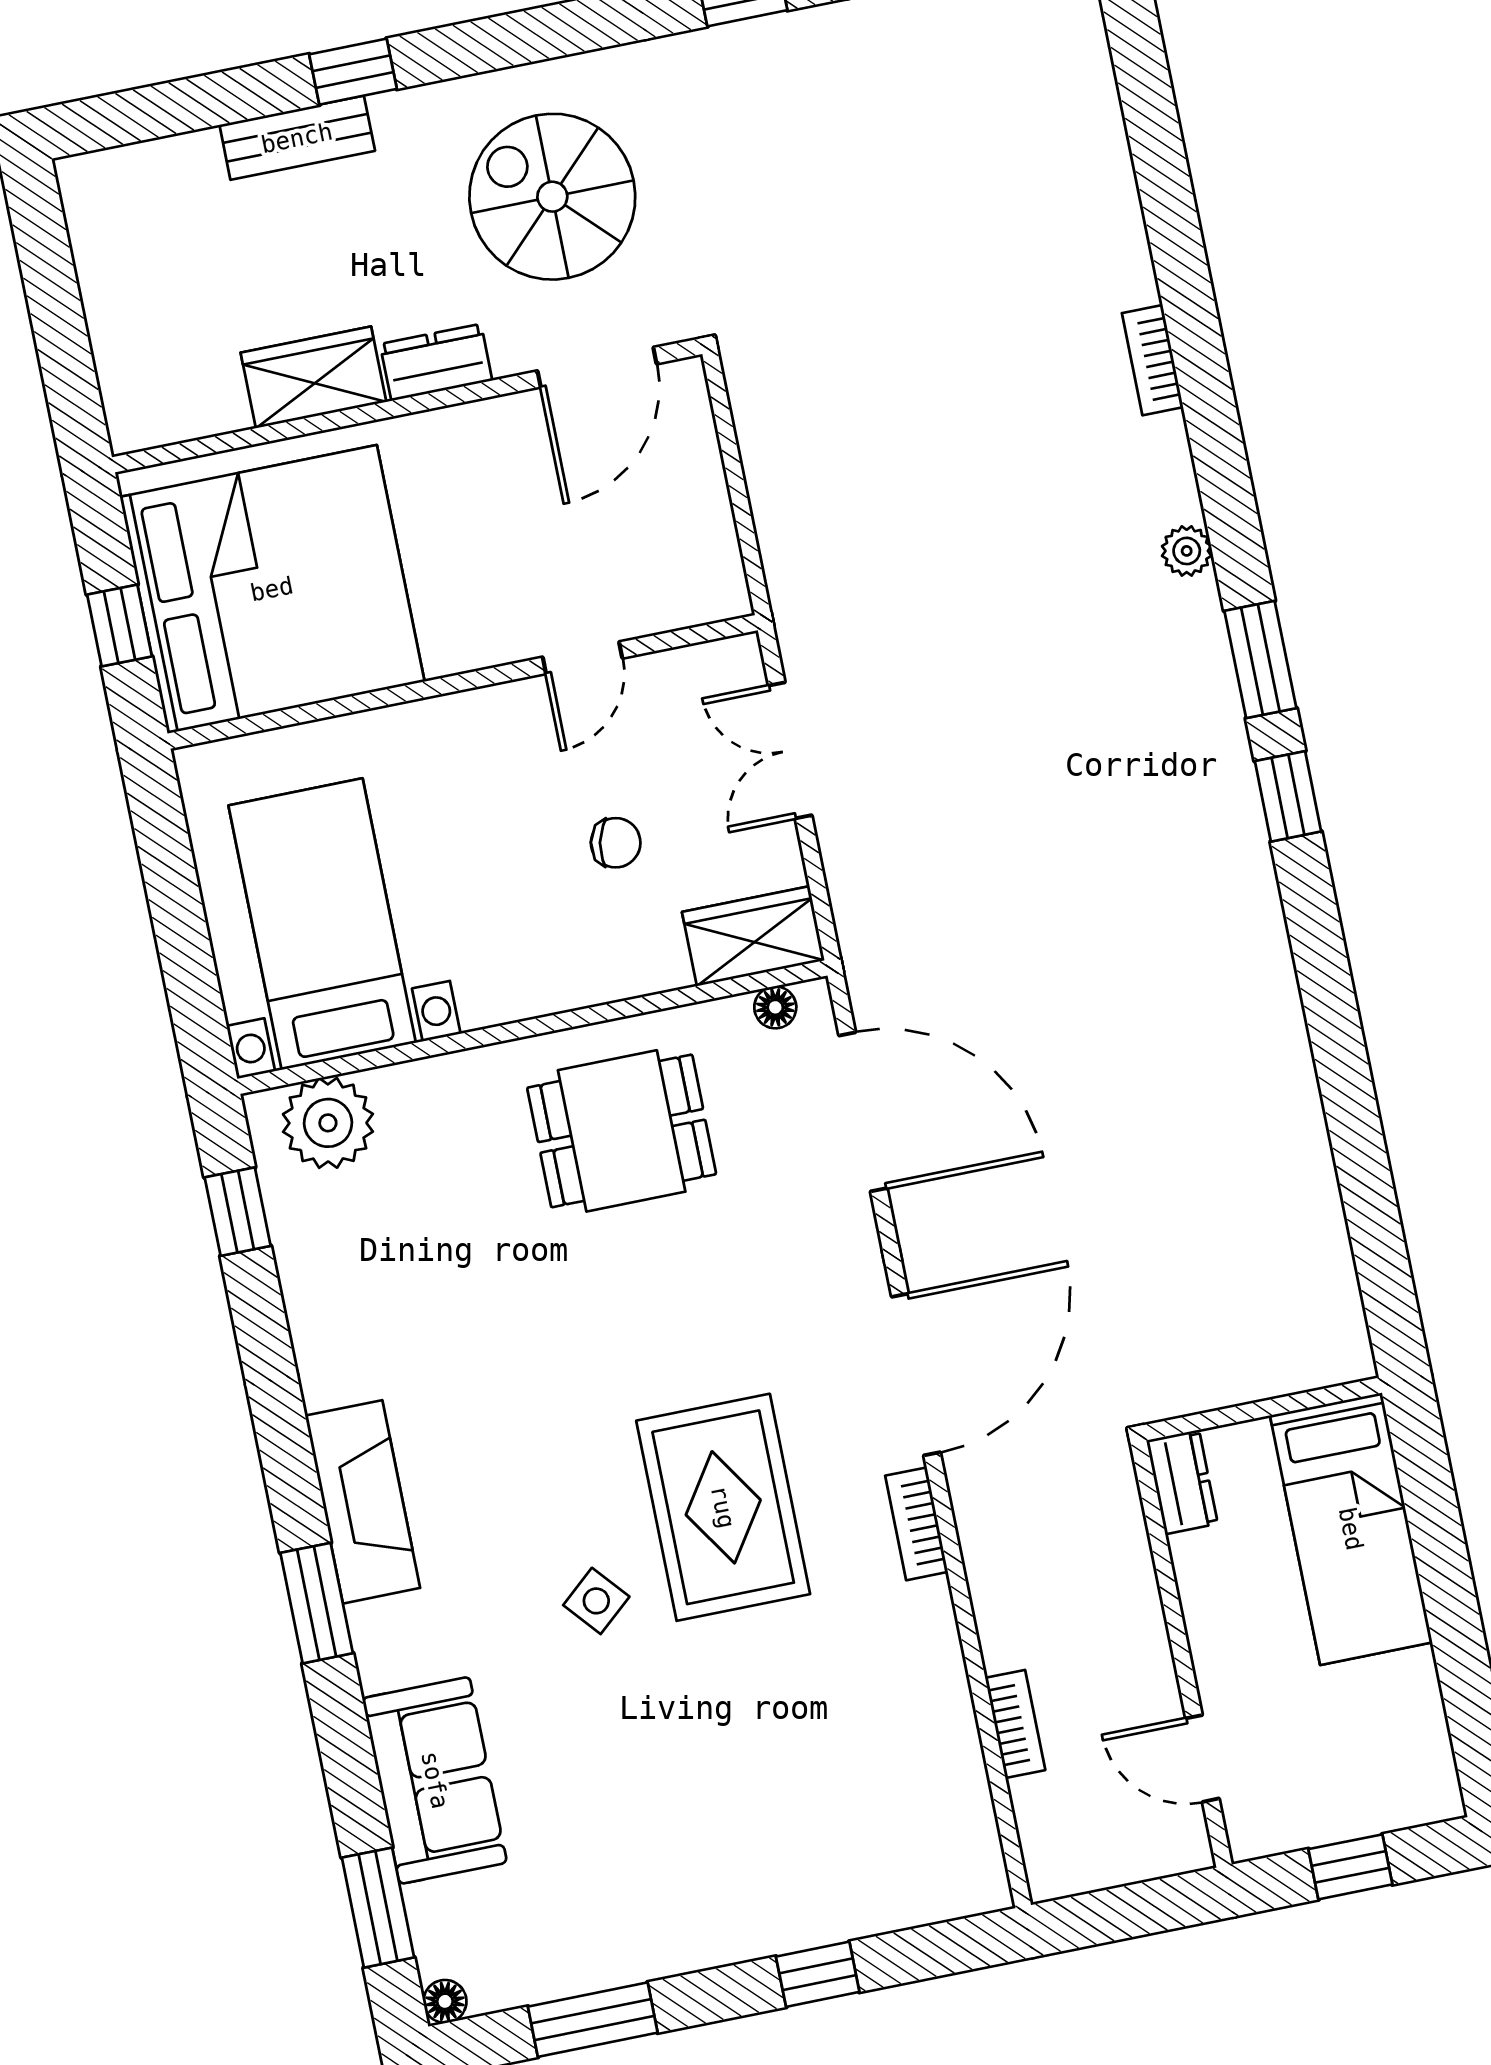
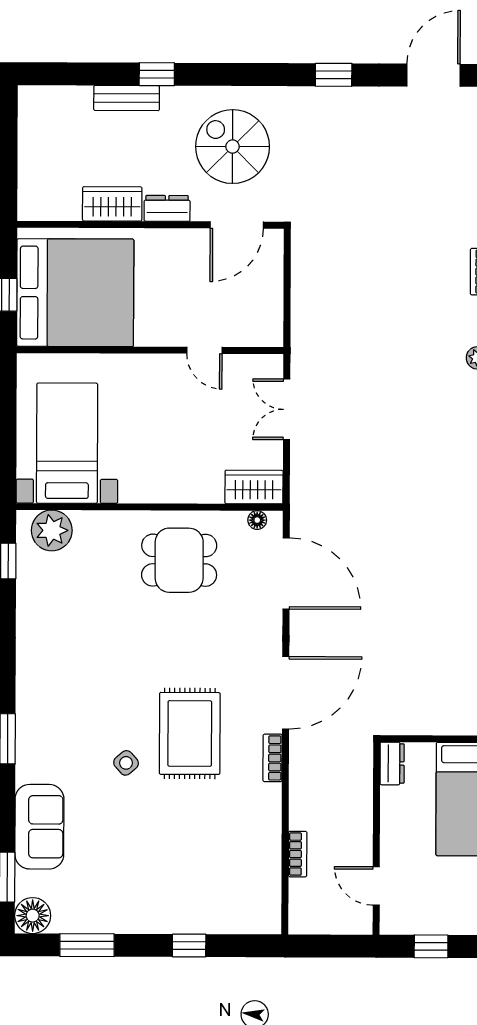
door: (583, 658) -> (204, 350), hinge flipped
chair: (616, 843) -> (202, 434), removed
fireplace: (363, 1502) -> (33, 699), removed
floor lamp: (445, 2001) -> (33, 916), width x1.89, depth x1.89

